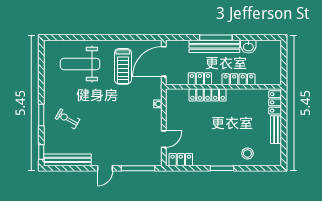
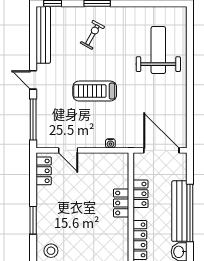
window: (216, 38) -> (190, 213), width x1.46
treadmill: (123, 66) -> (95, 91), moved
locker: (208, 95) -> (121, 203), width x0.66

